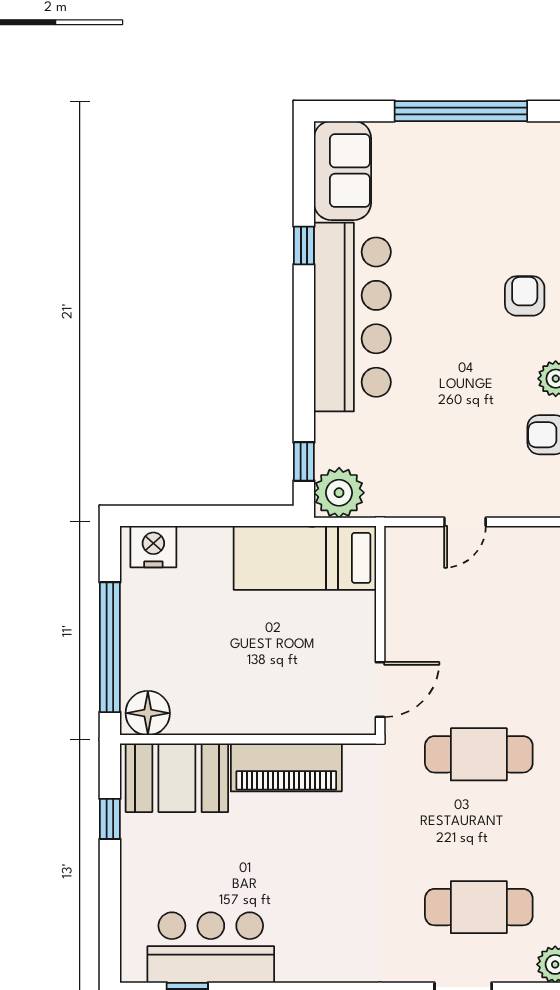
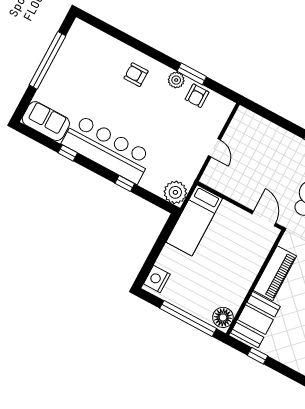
window: (304, 462) -> (125, 184), moved

